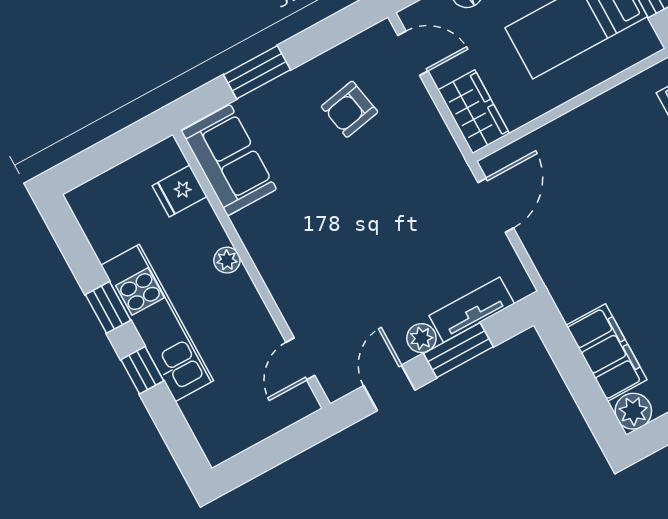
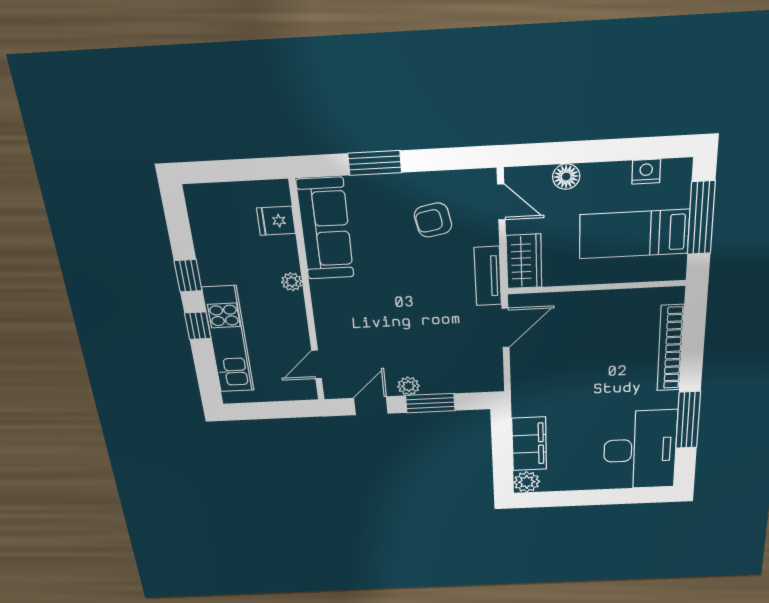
sofa: (229, 160) -> (325, 229), width x1.36
tv unit: (472, 310) -> (488, 276), moved, turned -90
kitchen unit: (157, 323) -> (228, 340), moved

